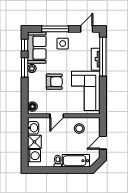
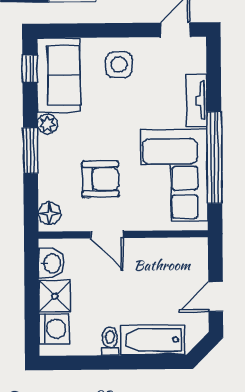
window: (55, 29) -> (101, 30), removed
window: (103, 57) -> (214, 158), moved
window: (25, 67) -> (30, 150), moved
armchair: (54, 82) -> (100, 179), moved
door: (57, 116) -> (107, 235), hinge flipped
stool: (79, 128) -> (160, 264), removed

